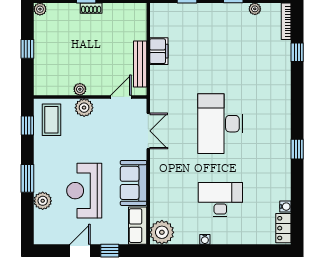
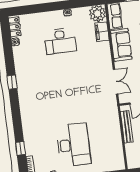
filing cabinet: (159, 51) -> (102, 32), moved
desk: (220, 124) -> (73, 145), moved
double door: (148, 131) -> (116, 82), swing flipped

